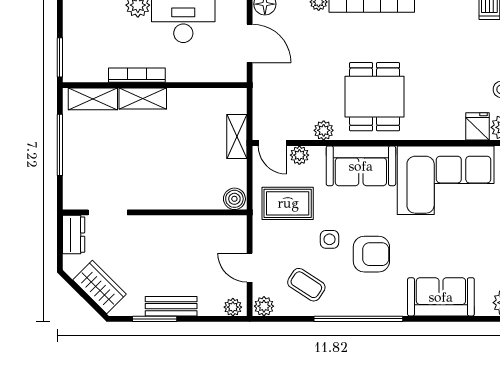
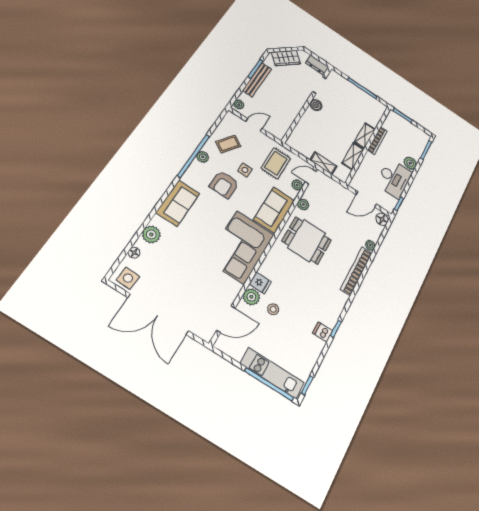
shelving: (93, 99) -> (353, 156), moved
boiler: (234, 199) -> (316, 105), moved
bench: (171, 306) -> (257, 80), width x1.36
plant: (264, 306) -> (203, 157), moved

